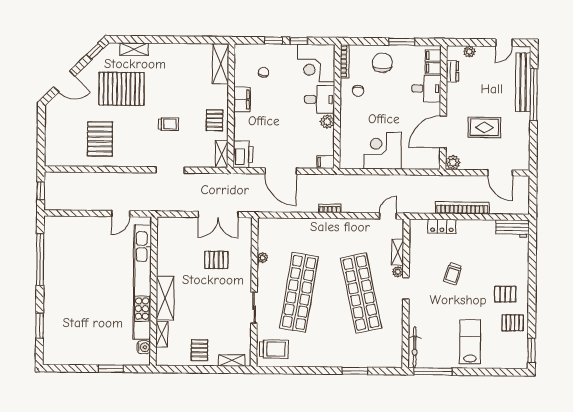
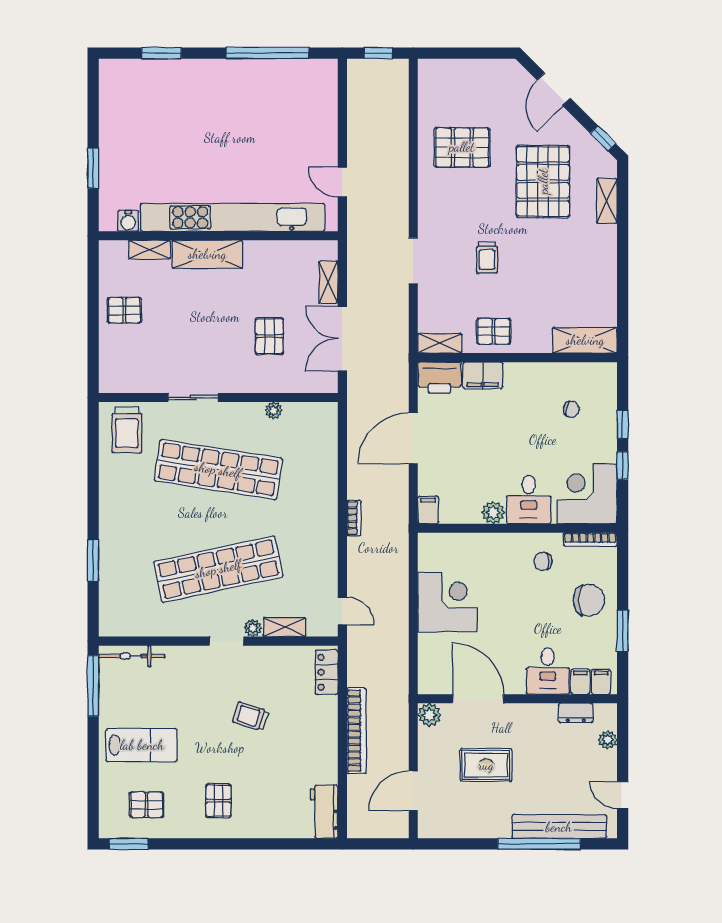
filing cabinet: (242, 100) -> (483, 375), moved
rug: (484, 127) -> (486, 765), turned 90
locker: (442, 226) -> (327, 672), moved
pallet: (513, 323) -> (147, 805), moved, turned 90
shelving: (232, 360) -> (328, 282), moved

